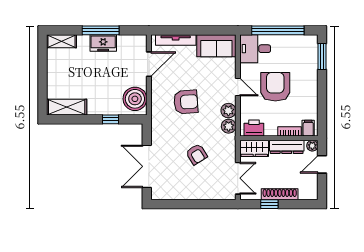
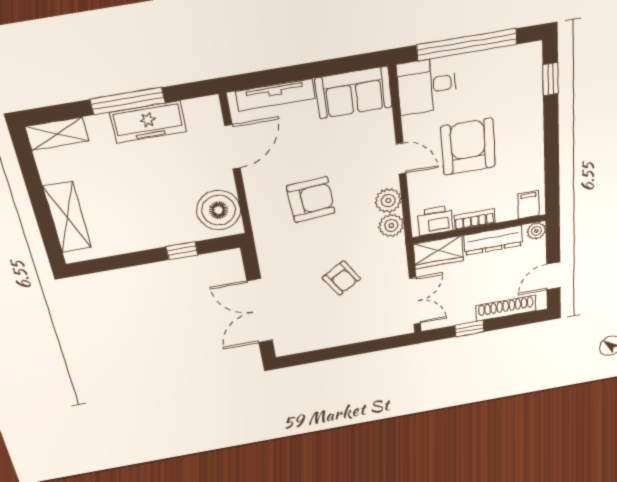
freezer: (103, 43) -> (148, 122), width x1.40
window: (322, 56) -> (550, 79), width x0.67
shelving: (67, 107) -> (67, 217), moved, turned 90
bookcase: (290, 131) -> (475, 219), moved
door: (322, 164) -> (553, 276), moved
shoe rack: (280, 194) -> (506, 308), moved

